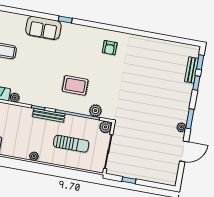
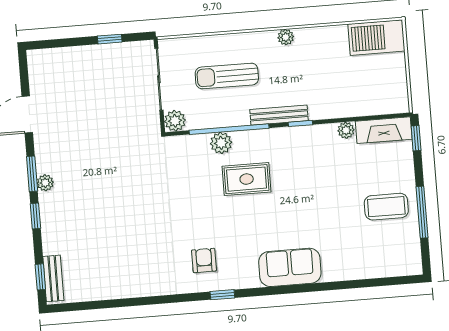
window: (65, 20) -> (222, 295), moved
sofa: (43, 28) -> (290, 267), moved
bench: (191, 70) -> (53, 278), moved
window: (196, 83) -> (35, 216), moved
plant: (95, 111) -> (221, 143), moved
plant: (181, 127) -> (45, 183), moved

